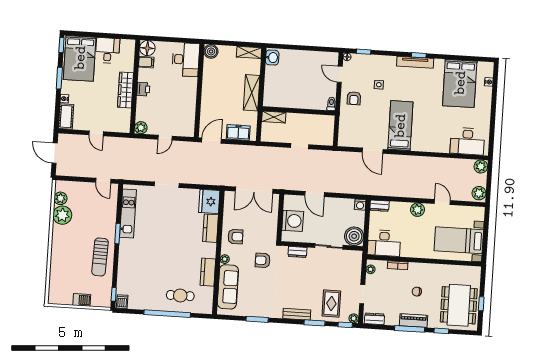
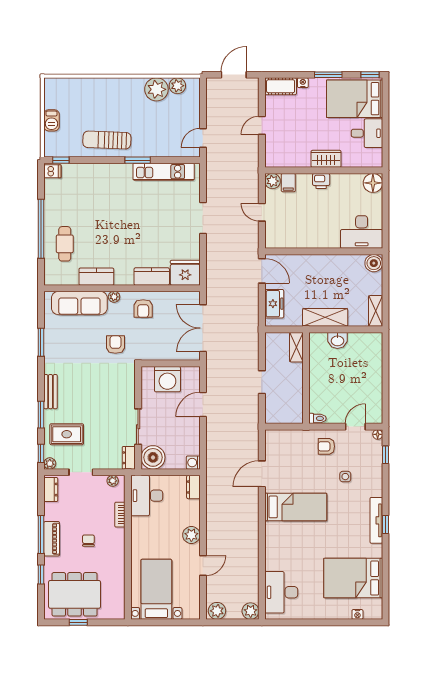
washbasin: (272, 58) -> (337, 340), moved
filing cabinet: (146, 62) -> (288, 183), moved
wardrobe: (126, 90) -> (326, 159), width x0.67
dresser: (297, 252) -> (129, 458), moved

